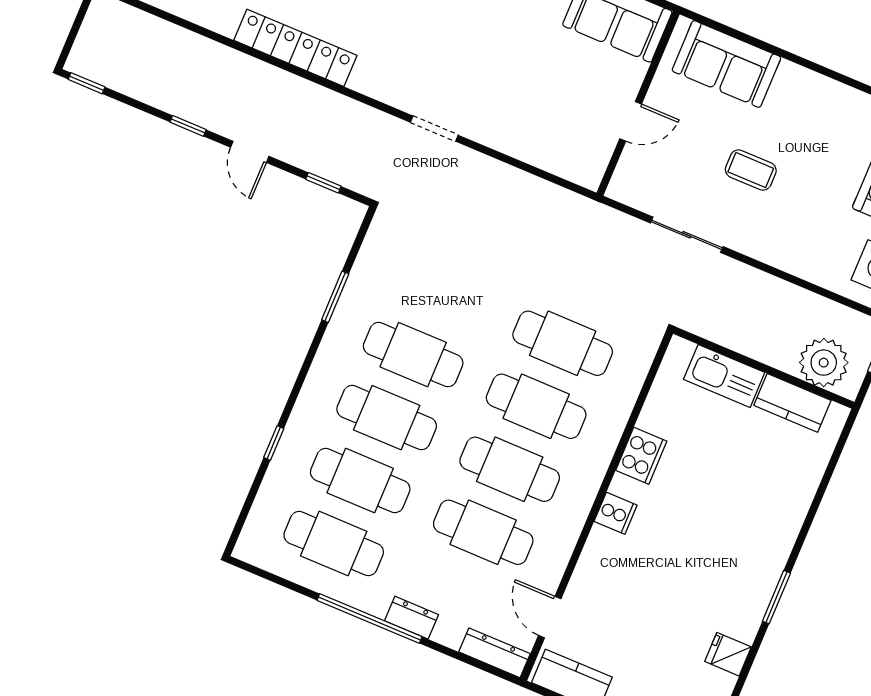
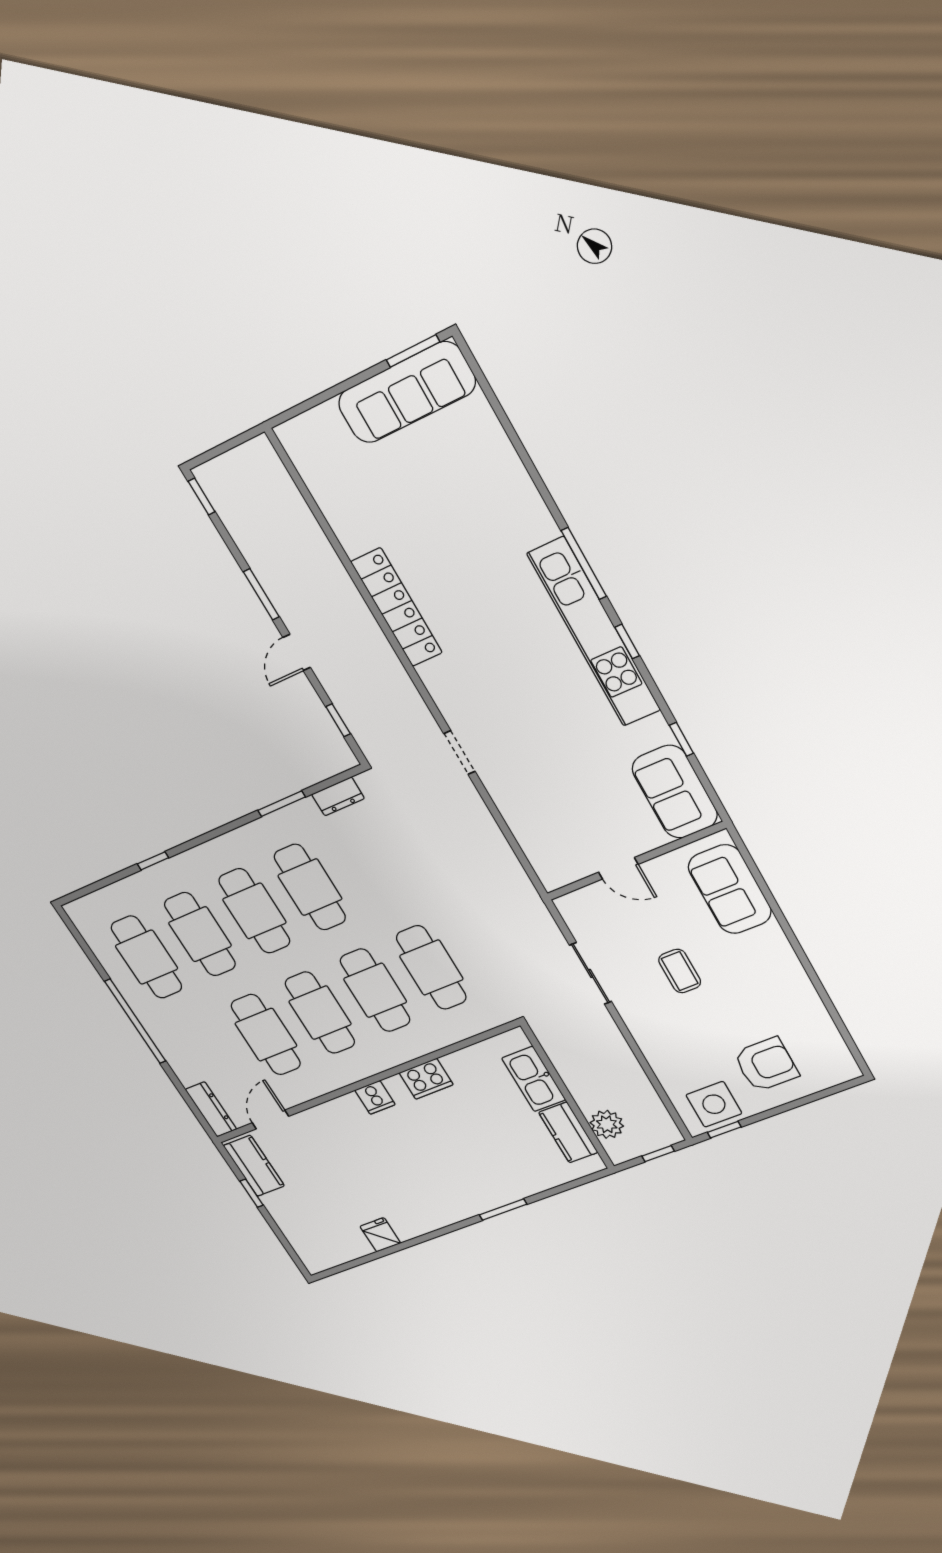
window: (188, 126) -> (261, 594), width x1.50
plant: (824, 363) -> (607, 1124), width x0.73, depth x0.73
window: (776, 597) -> (503, 1210), moved
dresser: (411, 618) -> (338, 796), moved, turned 90

